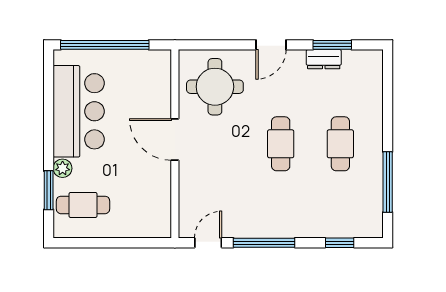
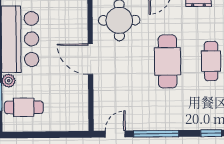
cafe table: (281, 144) -> (168, 61), width x1.37, depth x1.35

